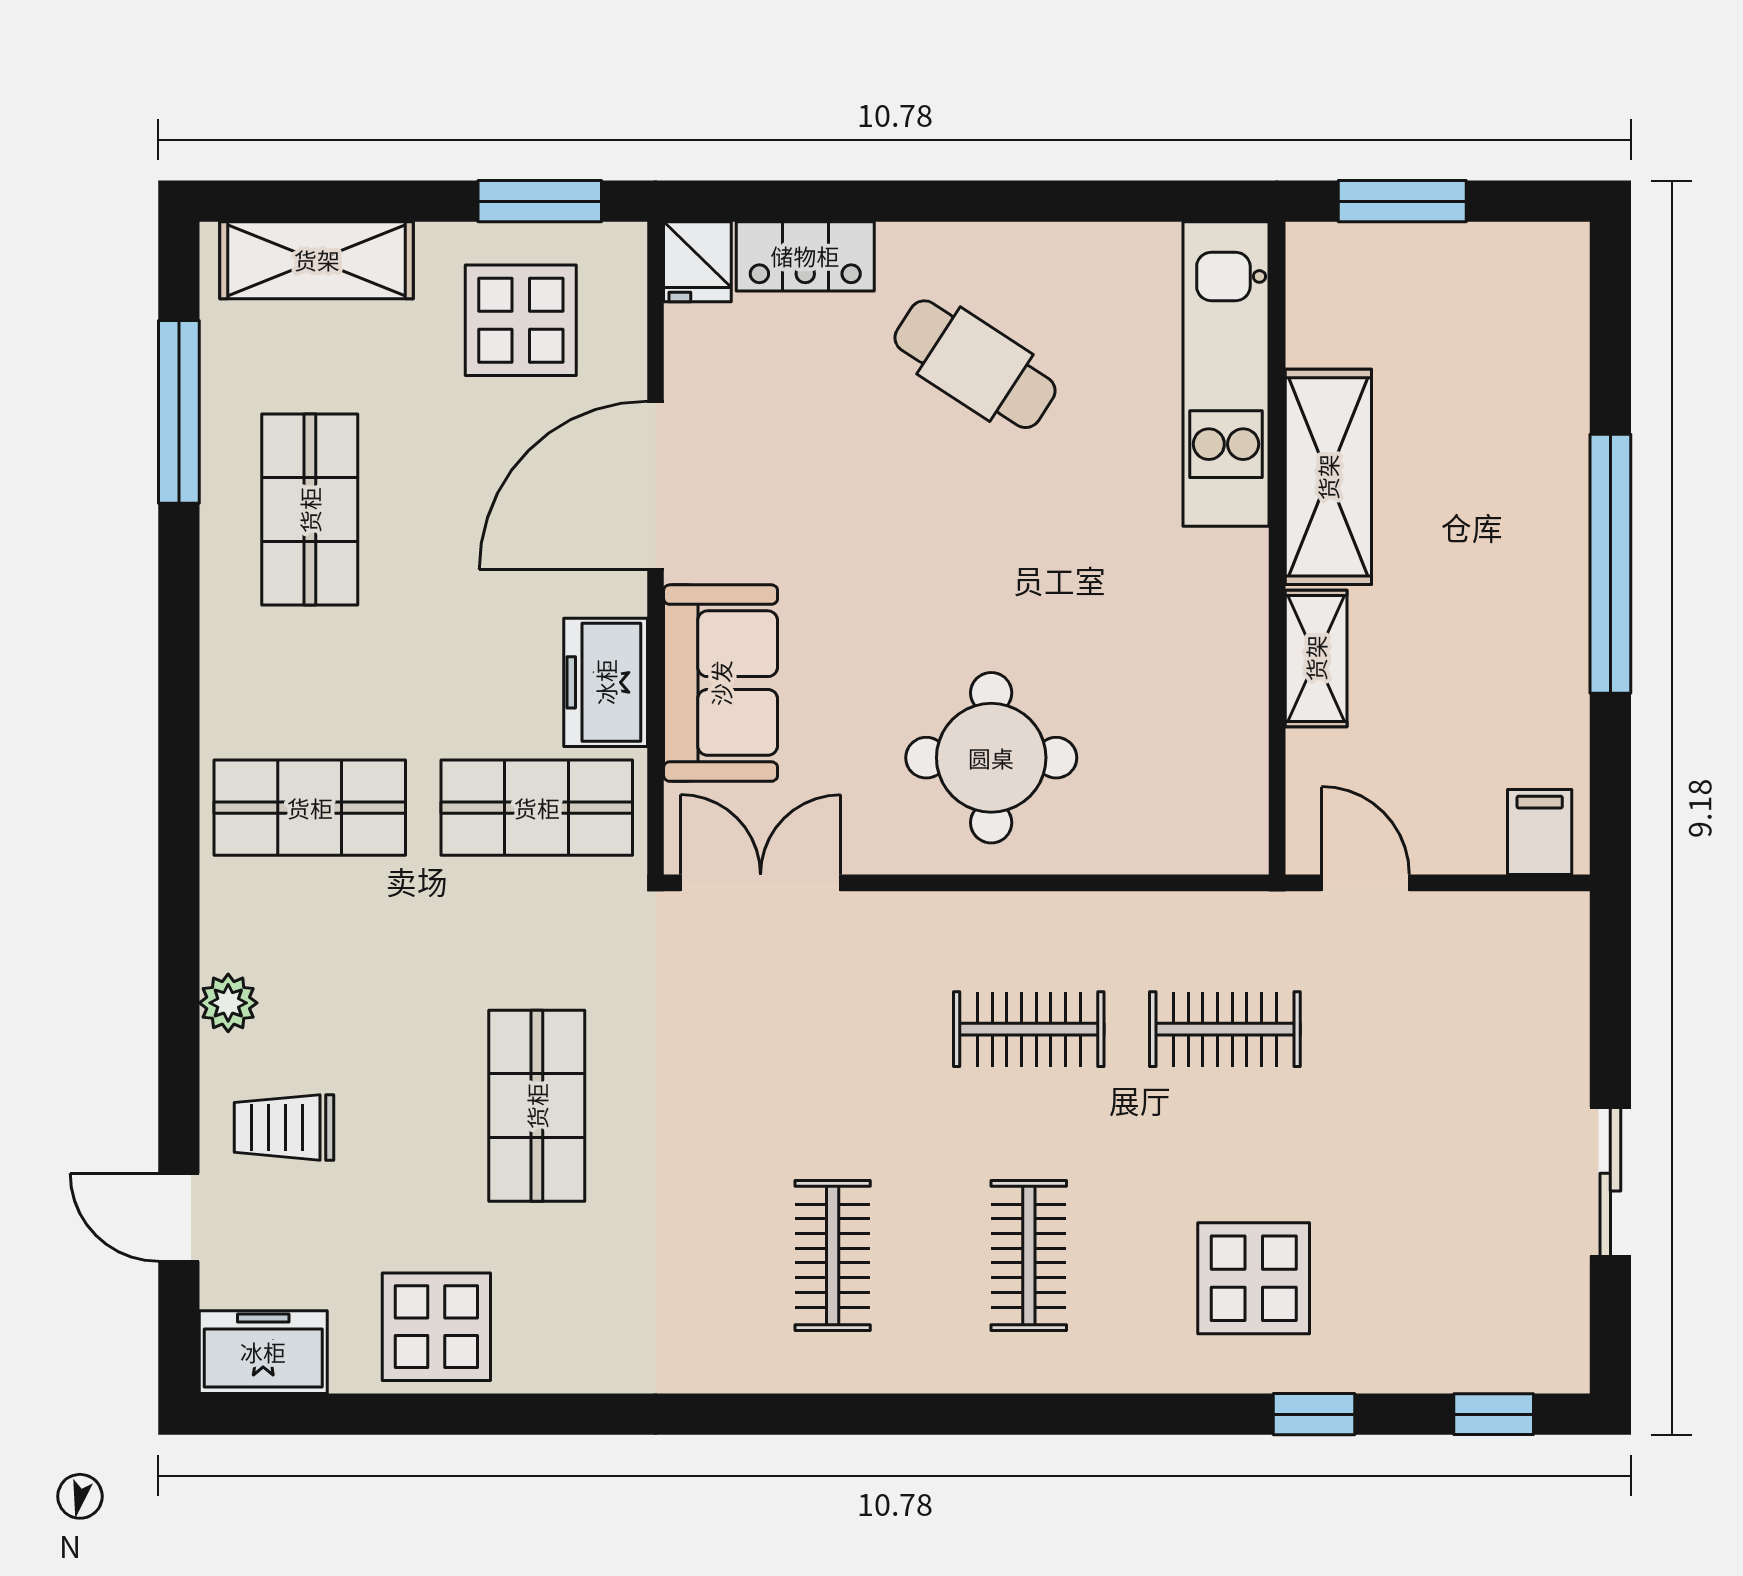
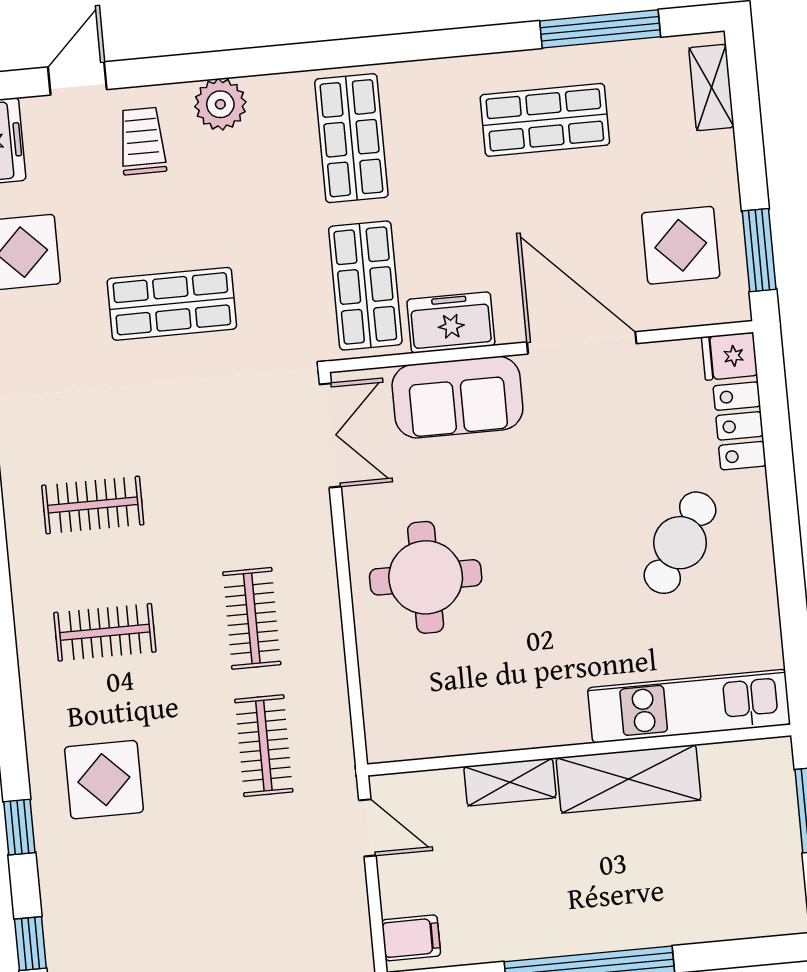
shelving: (317, 260) -> (711, 87), width x0.67, depth x0.75
door: (1365, 883) -> (367, 828), hinge flipped
plant: (228, 1003) -> (220, 104), width x1.38, depth x1.38

